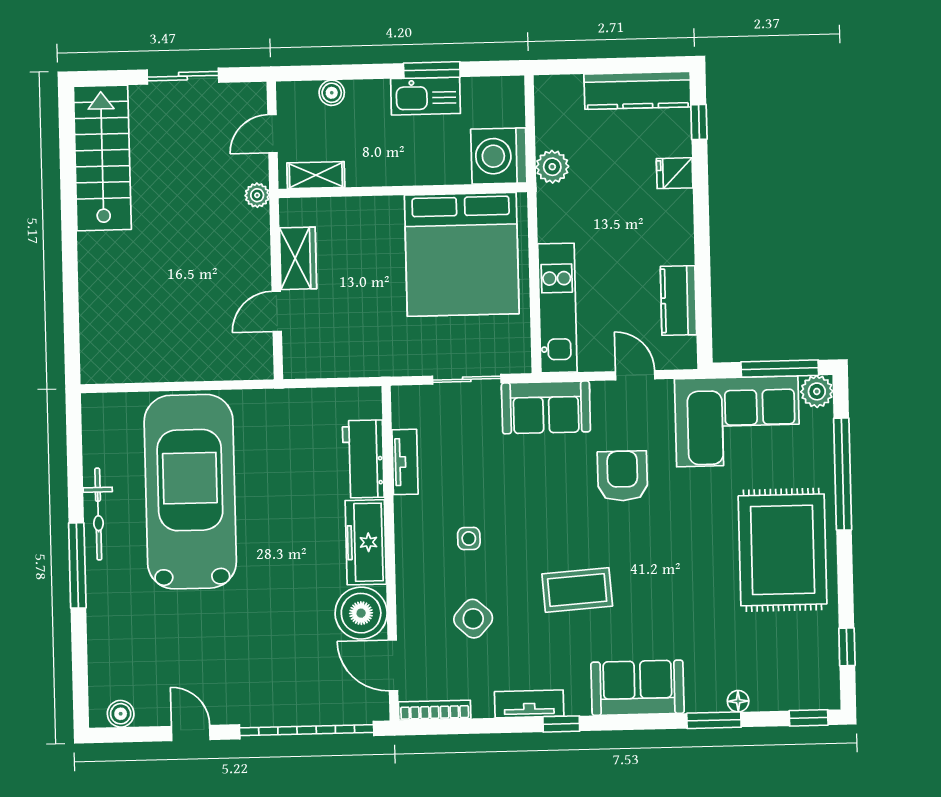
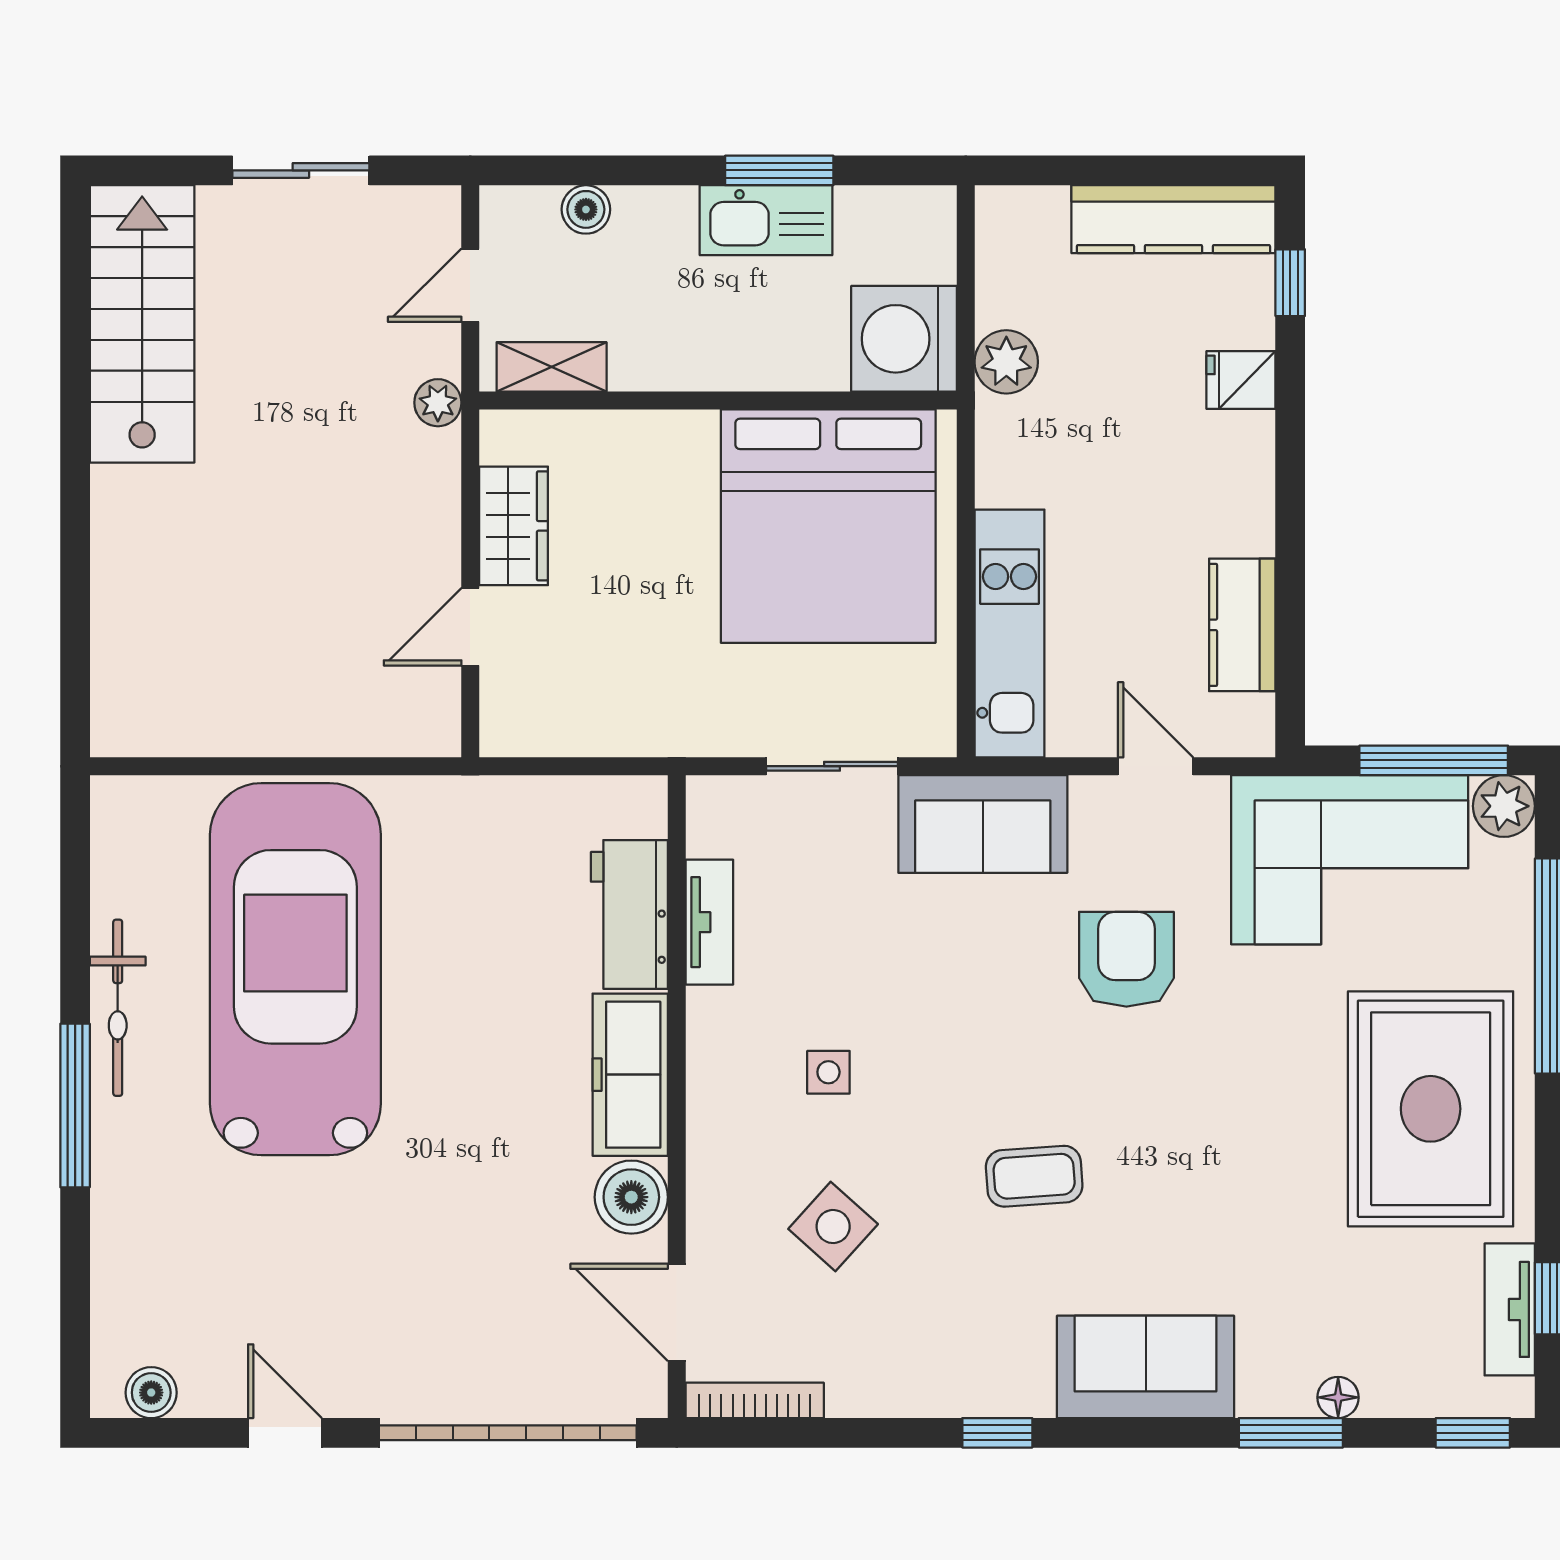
coffee table: (577, 590) -> (1034, 1176), width x0.73, depth x0.77
boiler: (361, 613) -> (631, 1197), width x0.73, depth x0.73
tv unit: (529, 704) -> (1510, 1309), moved, turned -90

